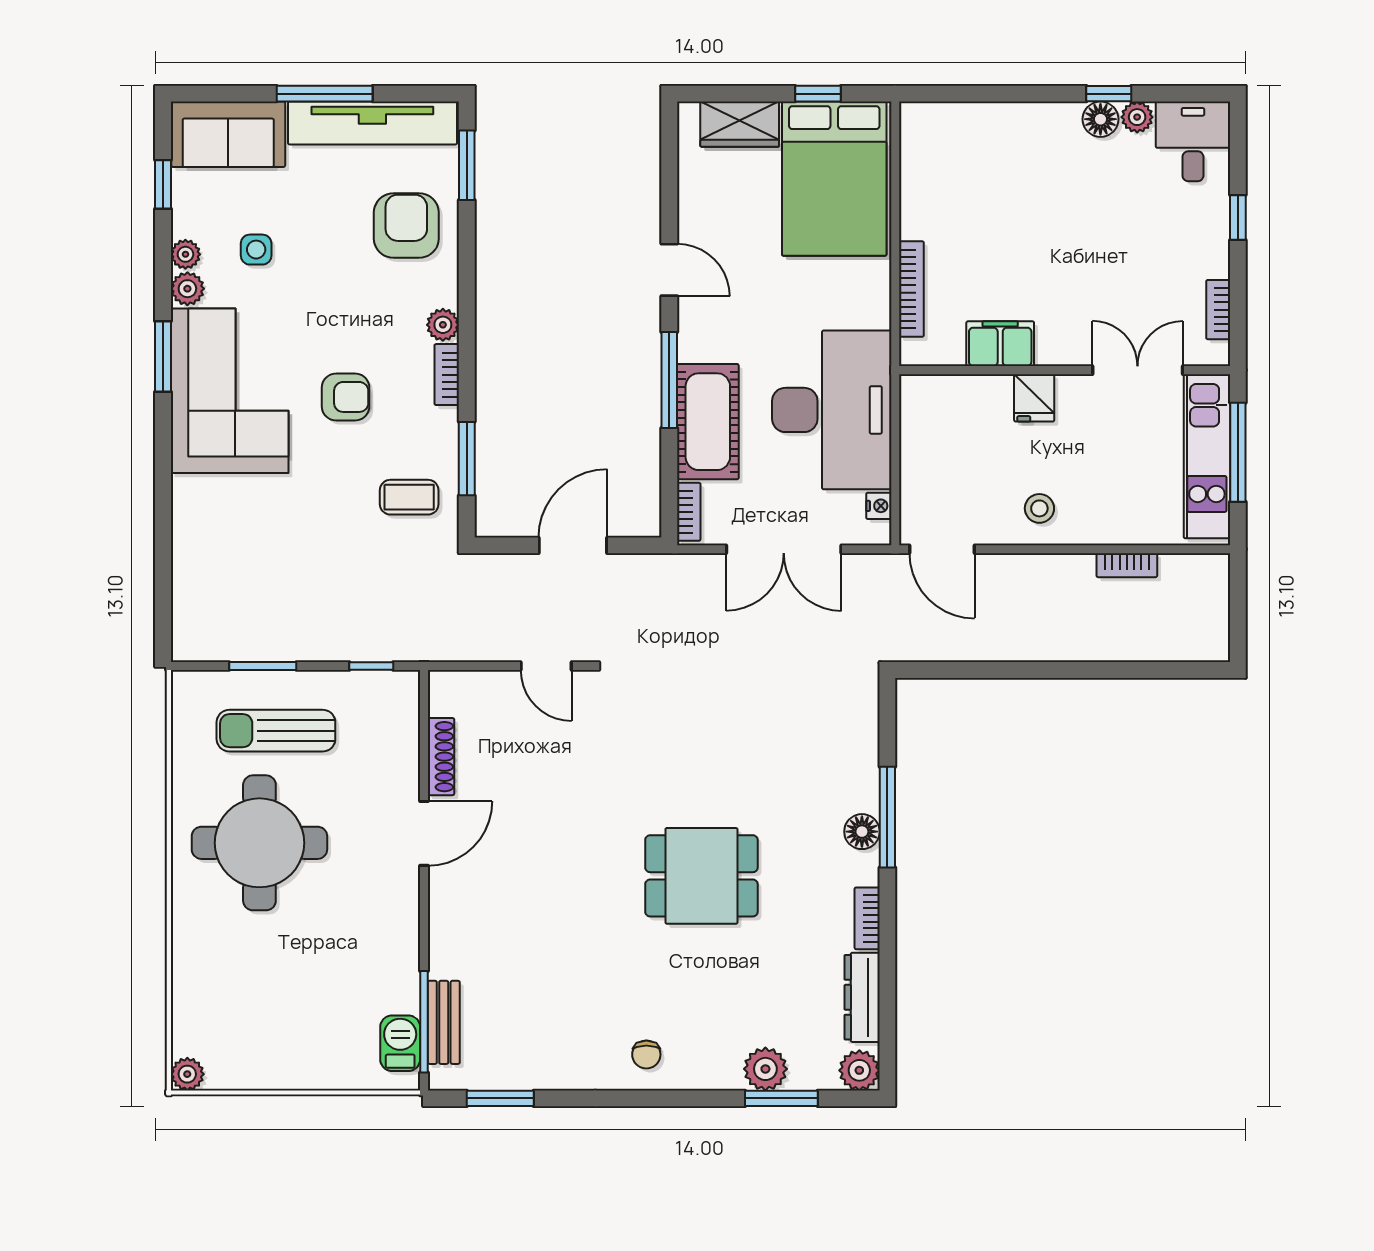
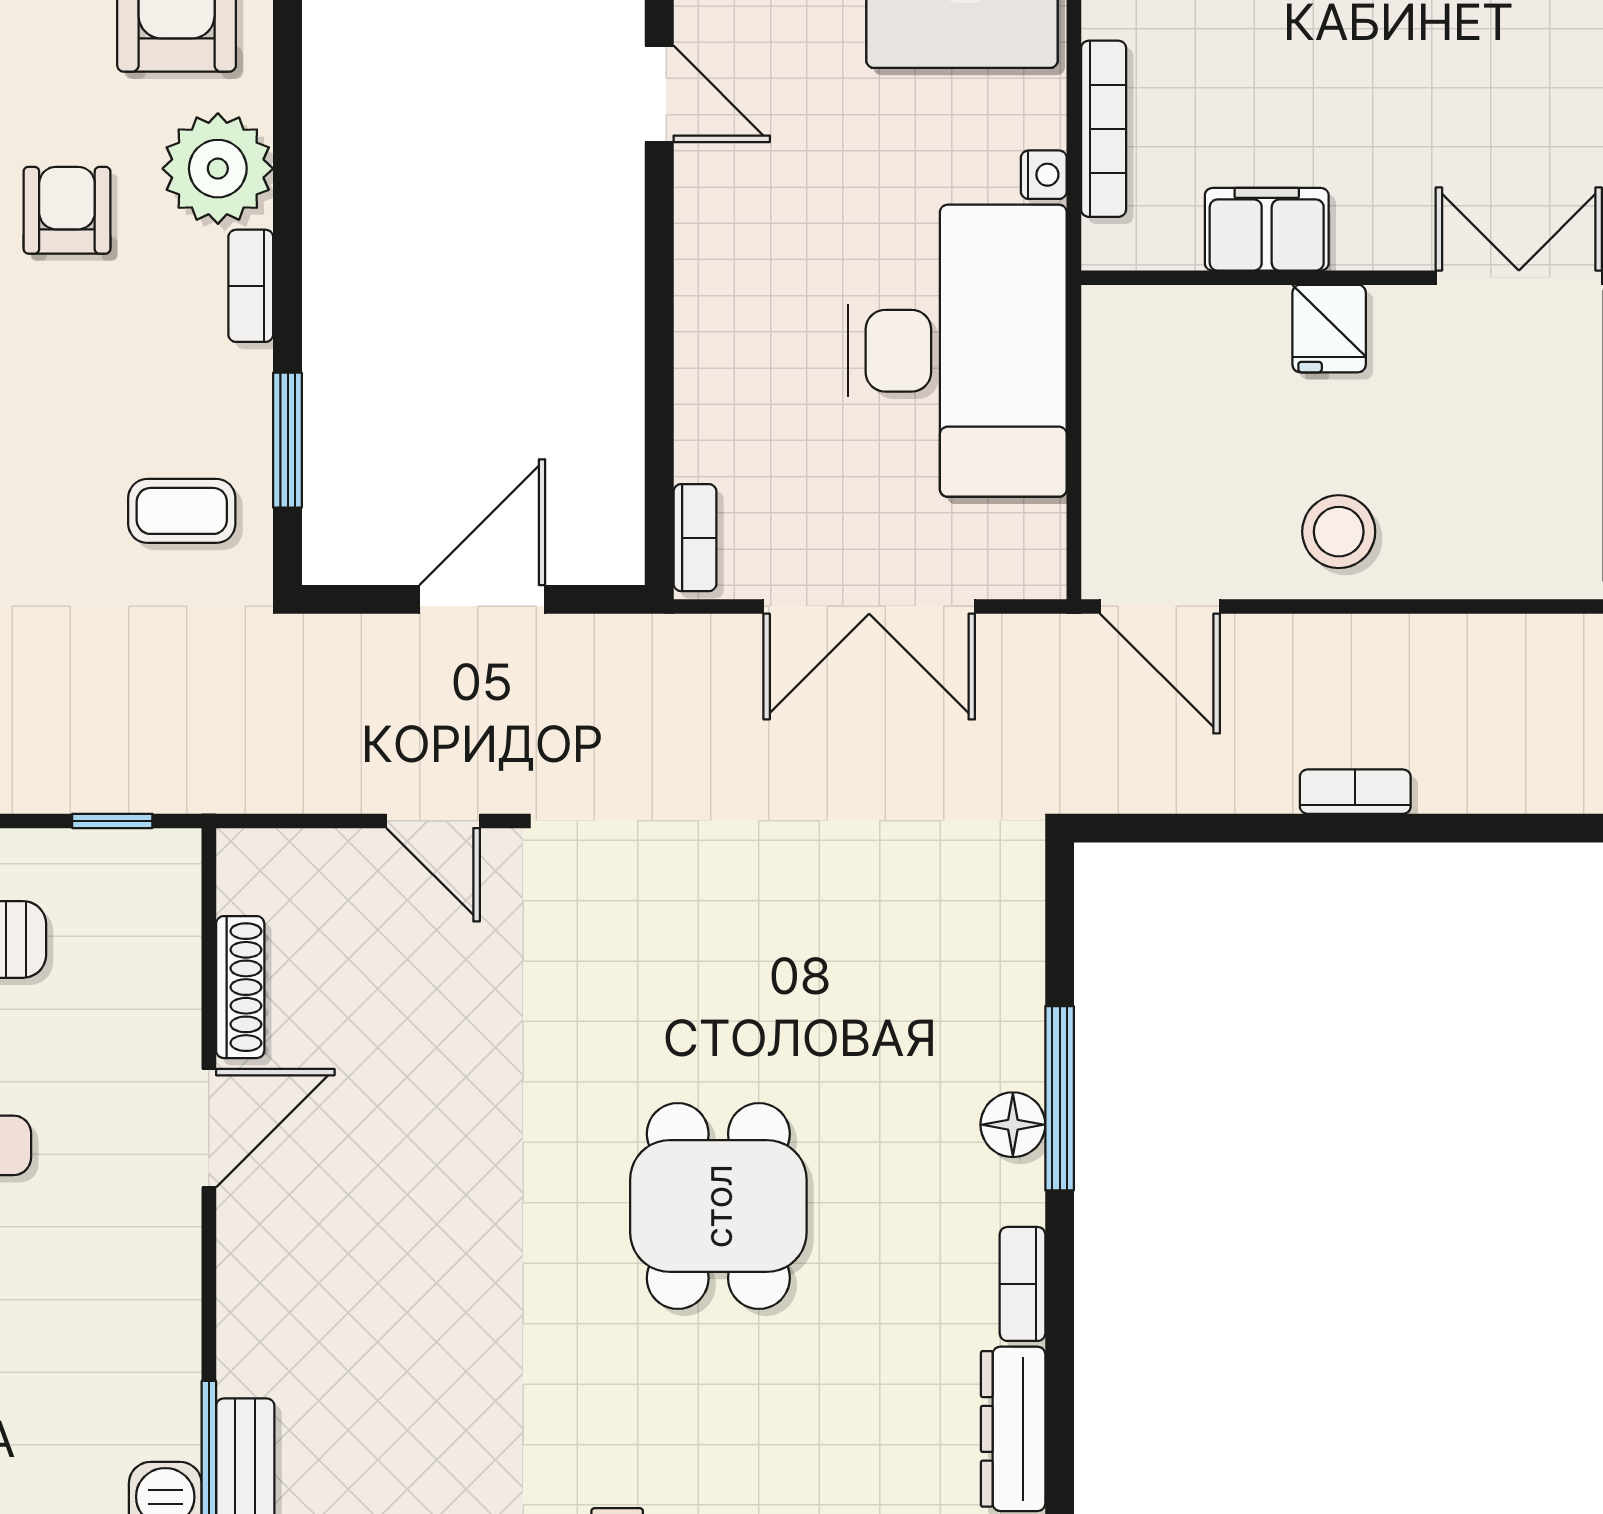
plant: (443, 325) -> (218, 169), width x1.88, depth x1.88
window: (669, 380) -> (659, 296), removed
armchair: (346, 397) -> (67, 210), moved, turned -90
cot: (708, 422) -> (730, 372), removed
nightstand: (879, 506) -> (1044, 175), moved
stool: (1039, 508) -> (1339, 532), width x1.37, depth x1.37
bookcase: (1127, 565) -> (1355, 792), moved, turned 180
dining table: (701, 876) -> (718, 1206), turned 90

